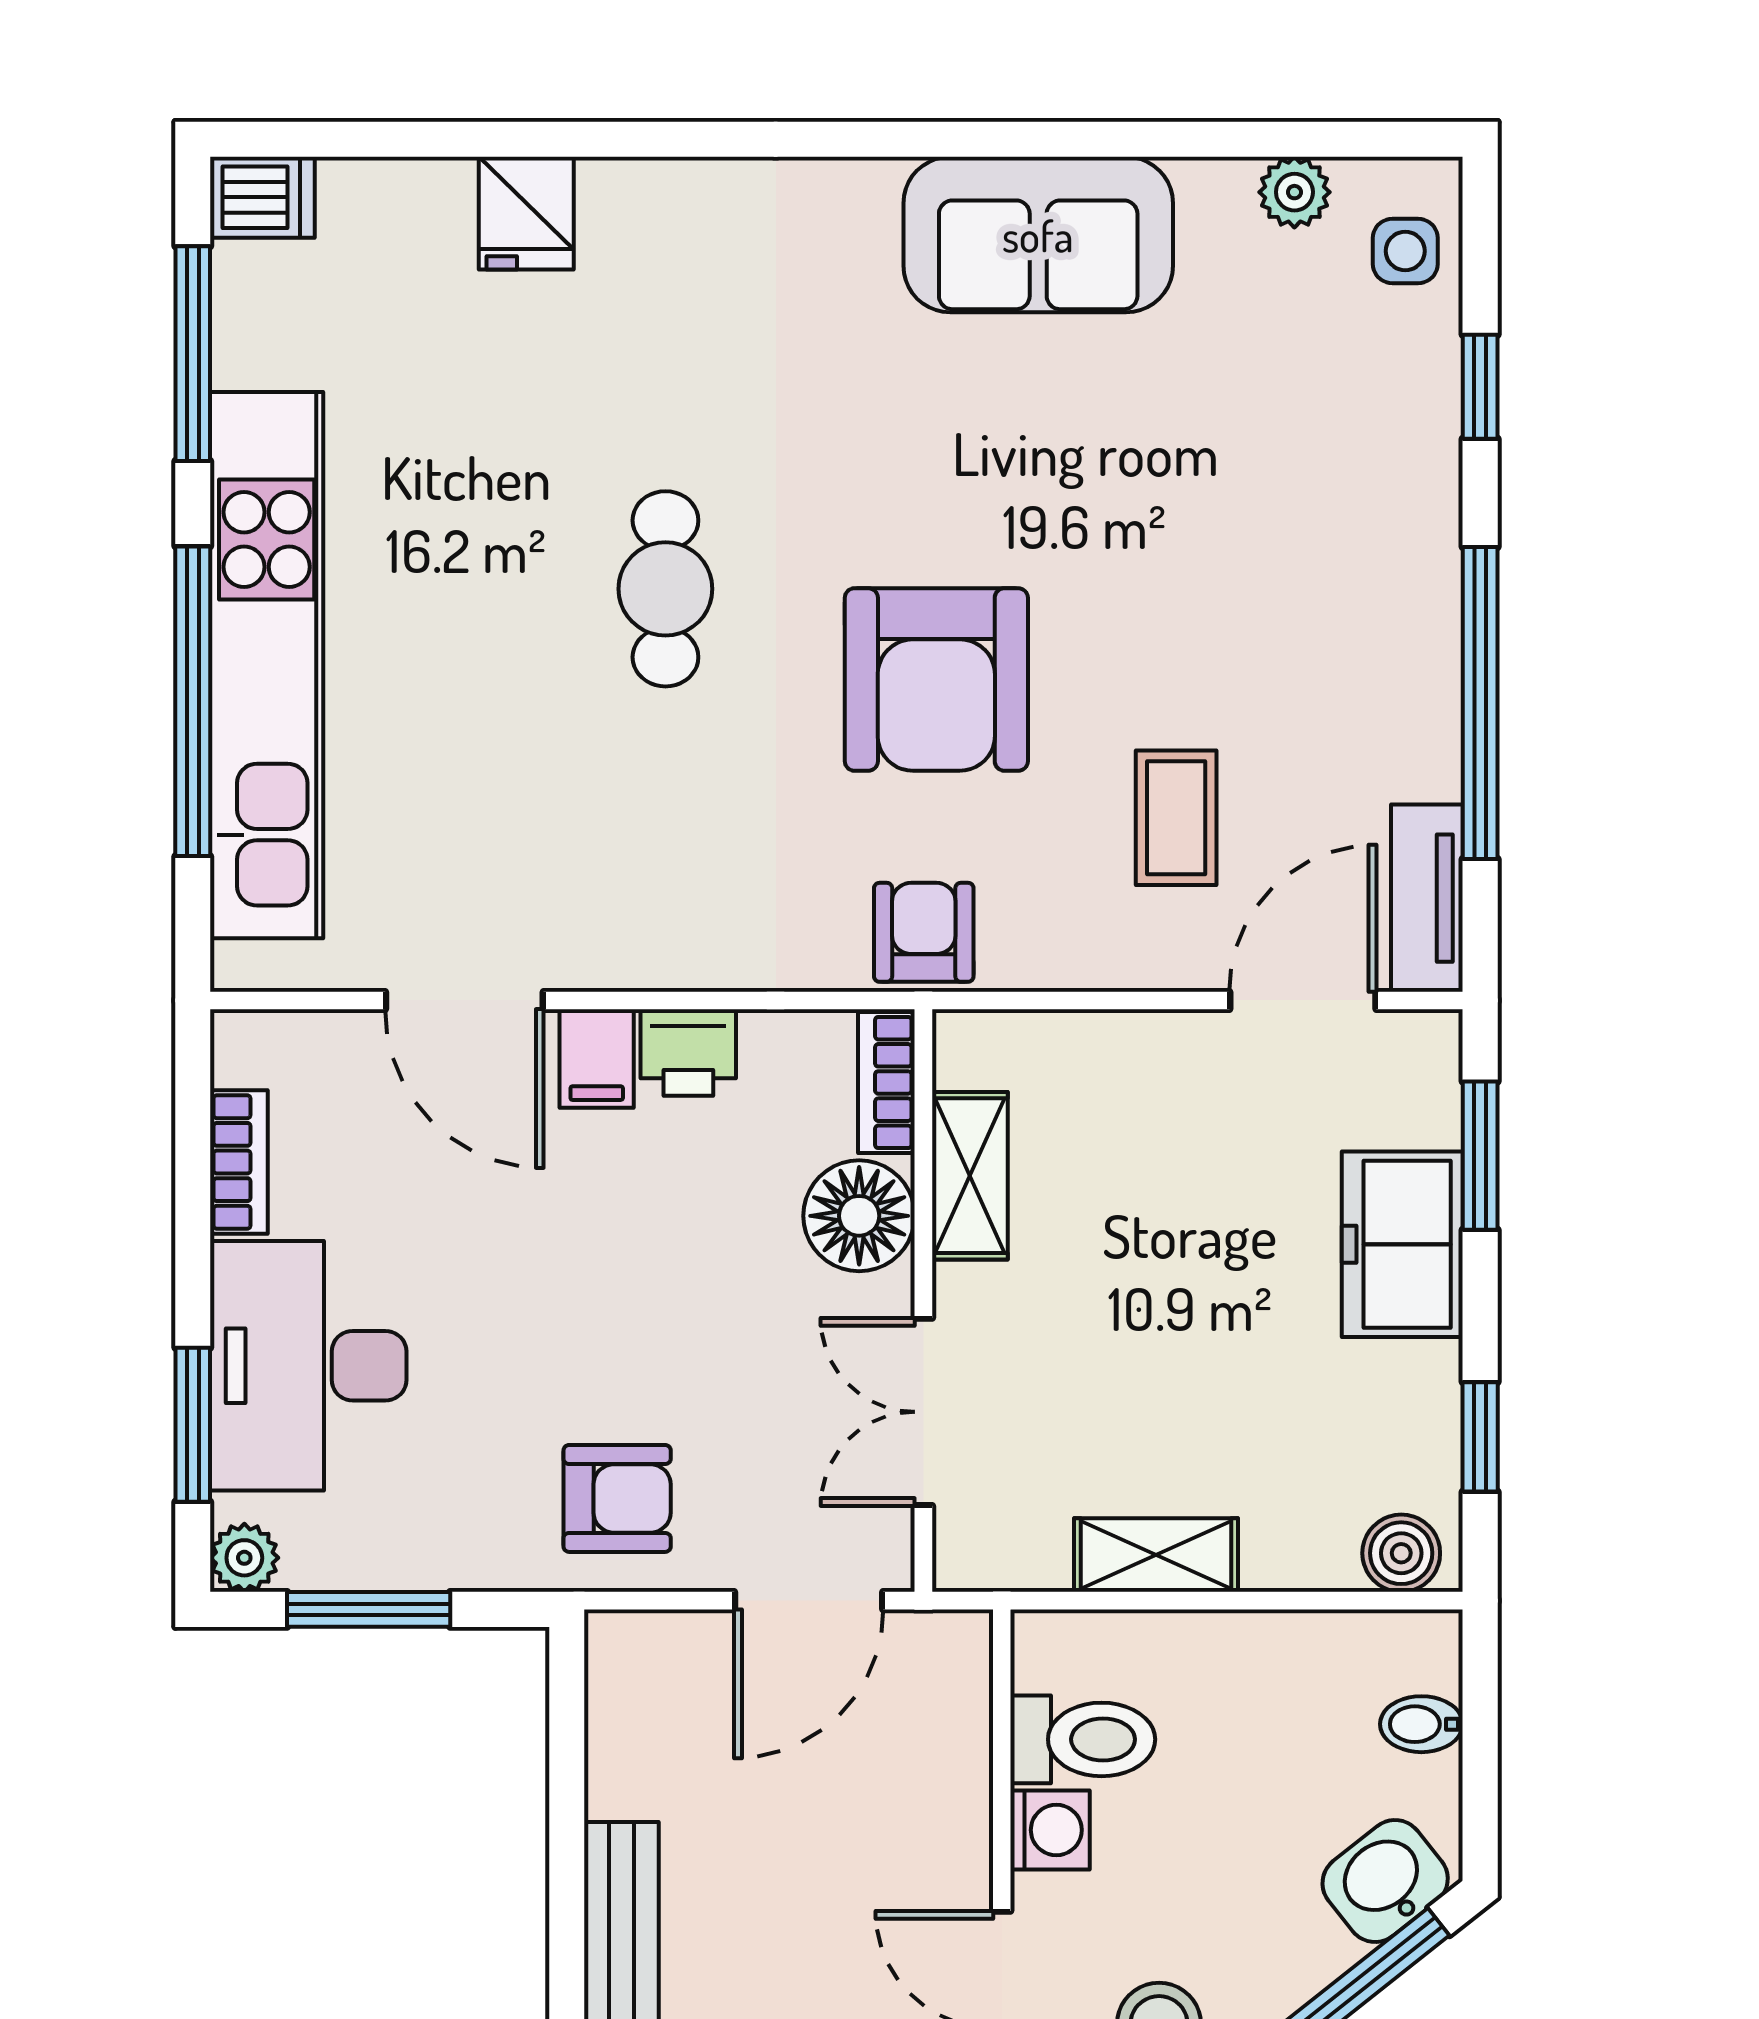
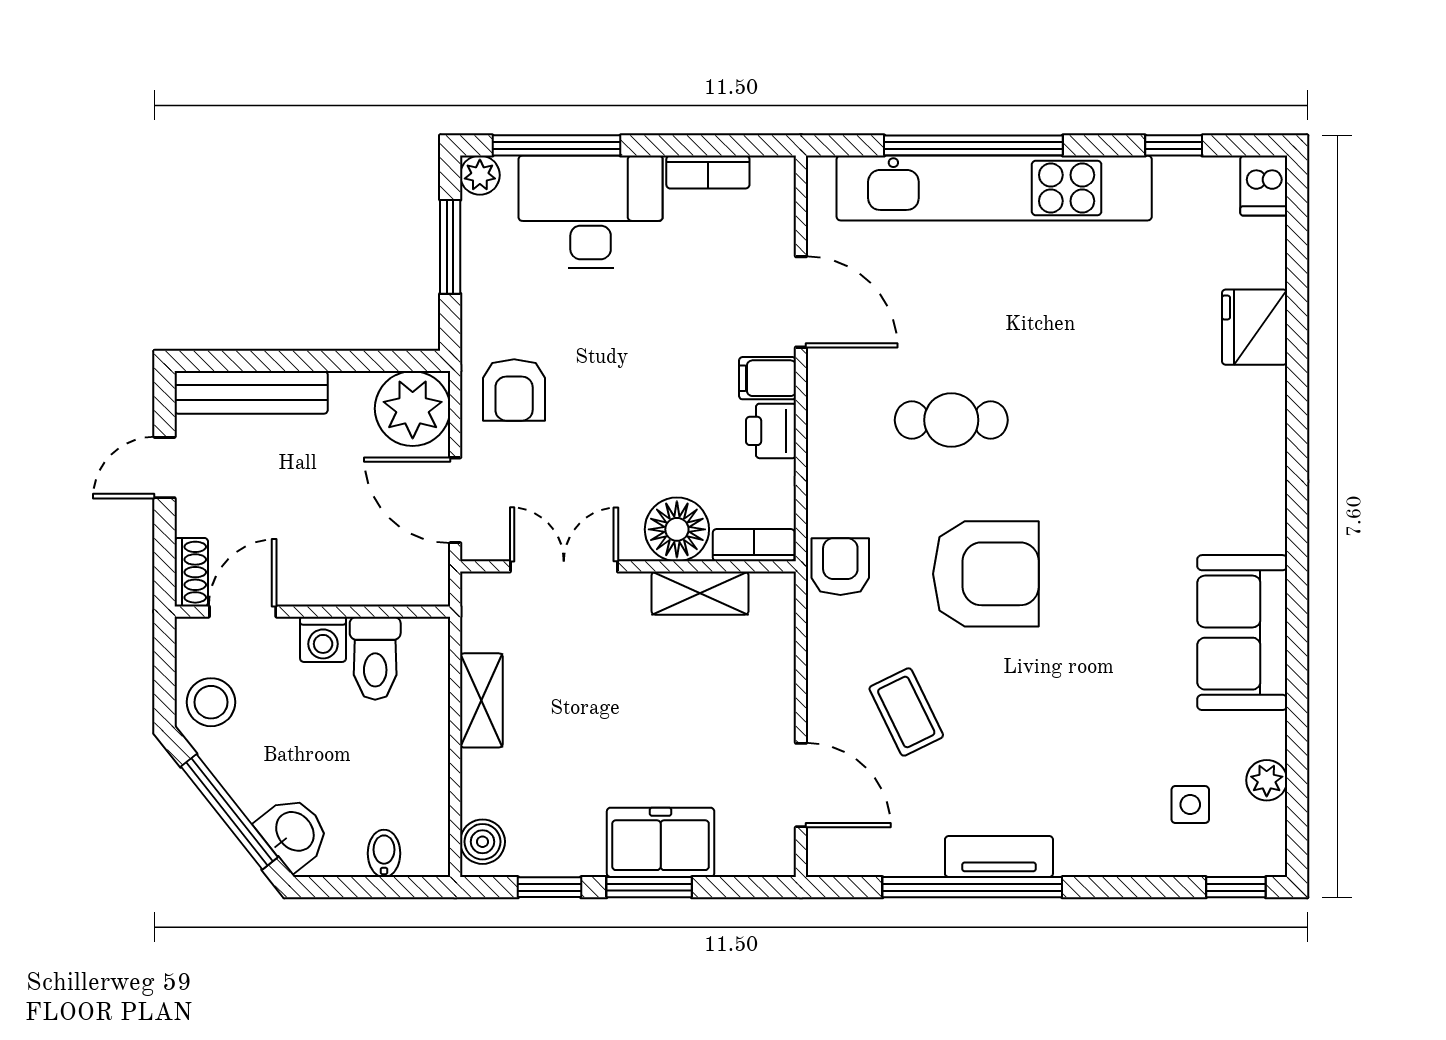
fridge: (526, 213) -> (1255, 327), width x1.38
side table: (1405, 251) -> (1190, 805), moved
window: (193, 354) -> (1174, 145), width x0.46
window: (1480, 387) -> (1236, 887), moved
cafe table: (665, 589) -> (951, 420), moved
armchair: (936, 679) -> (986, 574), turned 180
coffee table: (1176, 818) -> (906, 712), turned 64
tv unit: (1427, 898) -> (999, 857), moved
armchair: (924, 932) -> (840, 567), turned -90
door: (464, 1000) -> (801, 302), swing flipped
window: (1480, 1156) -> (649, 887), moved
window: (193, 1425) -> (556, 145), width x1.44
plant: (649, 1675) -> (413, 409), added

